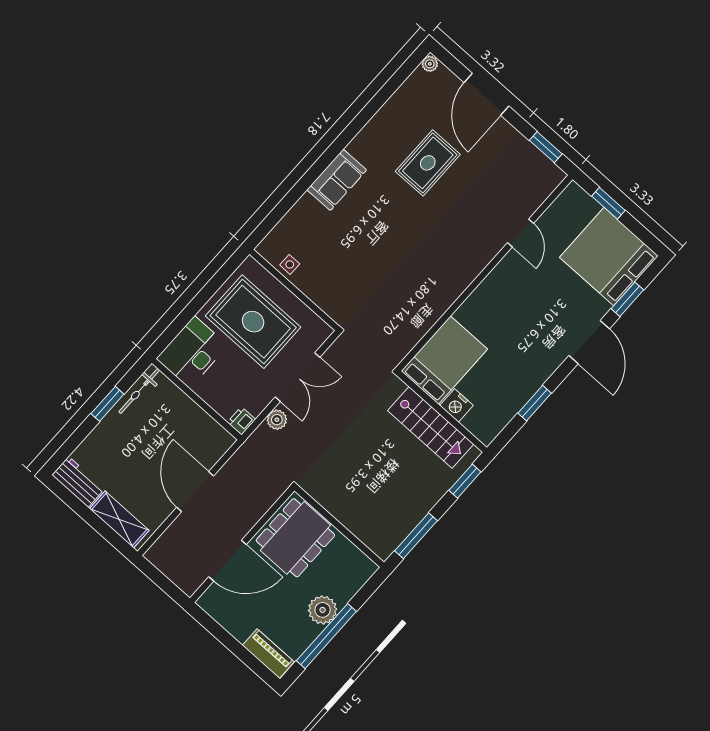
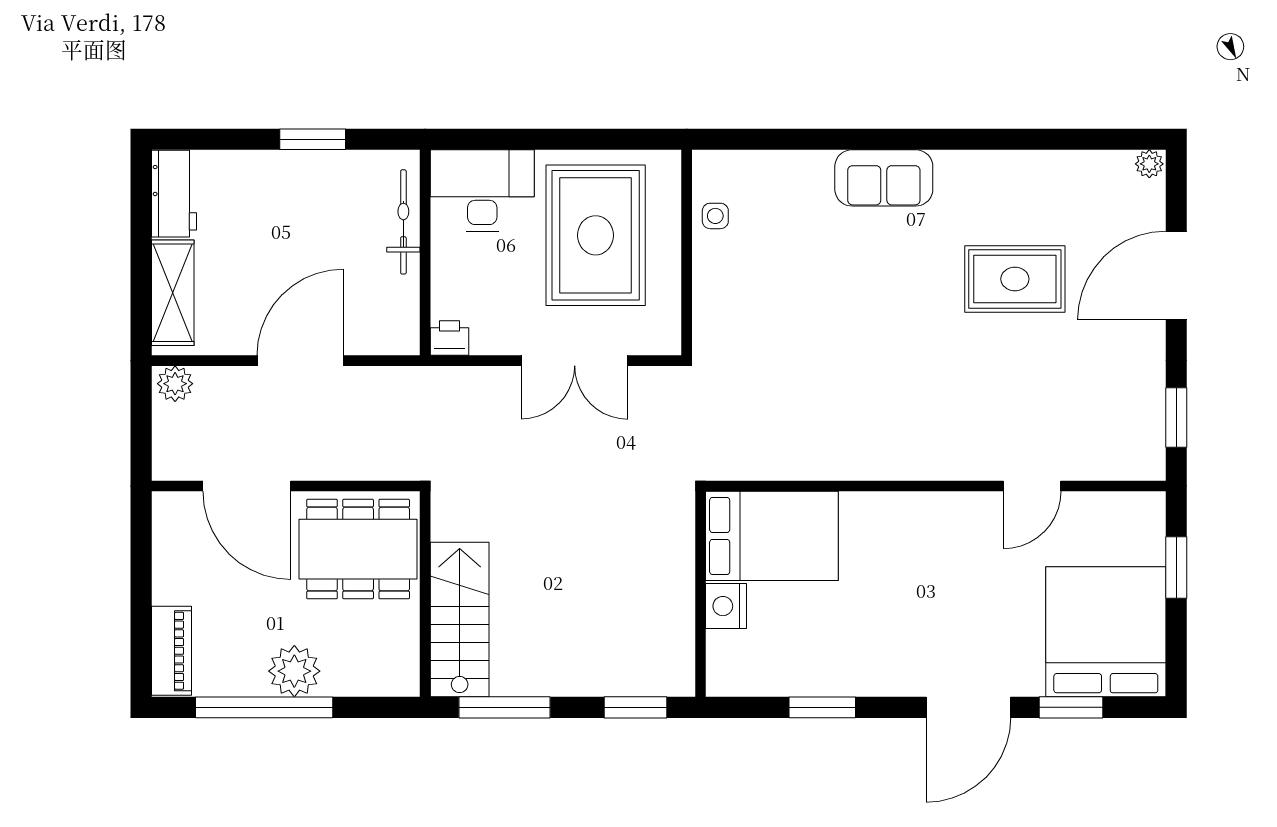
bicycle: (139, 391) -> (403, 222), moved, turned 90
plant: (277, 420) -> (175, 384), moved
stairs: (431, 427) -> (460, 619), moved, turned 180

